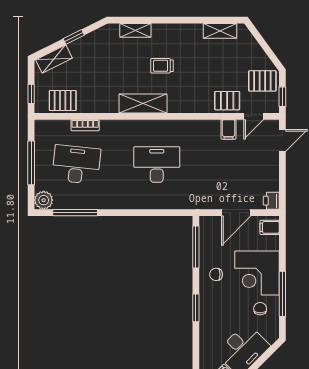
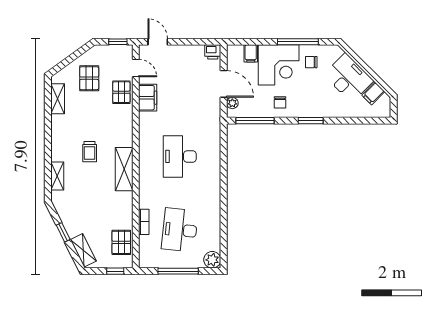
pallet: (262, 81) -> (89, 78), moved
filing cabinet: (229, 129) -> (148, 98), width x2.00
window: (75, 213) -> (224, 231), removed
plant: (215, 222) -> (232, 103), added
filing cabinet: (270, 227) -> (251, 53), moved

